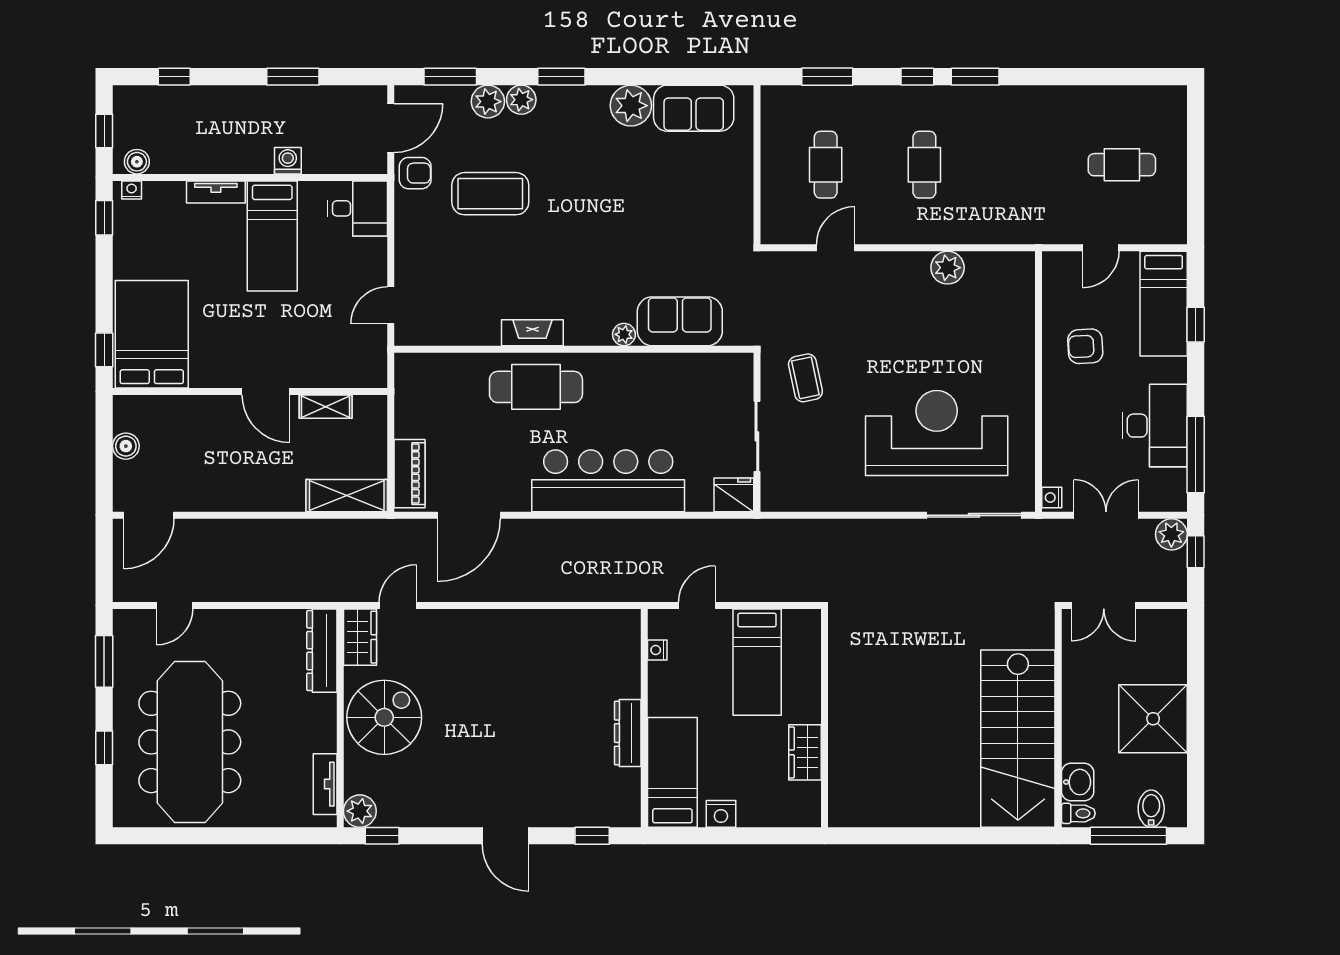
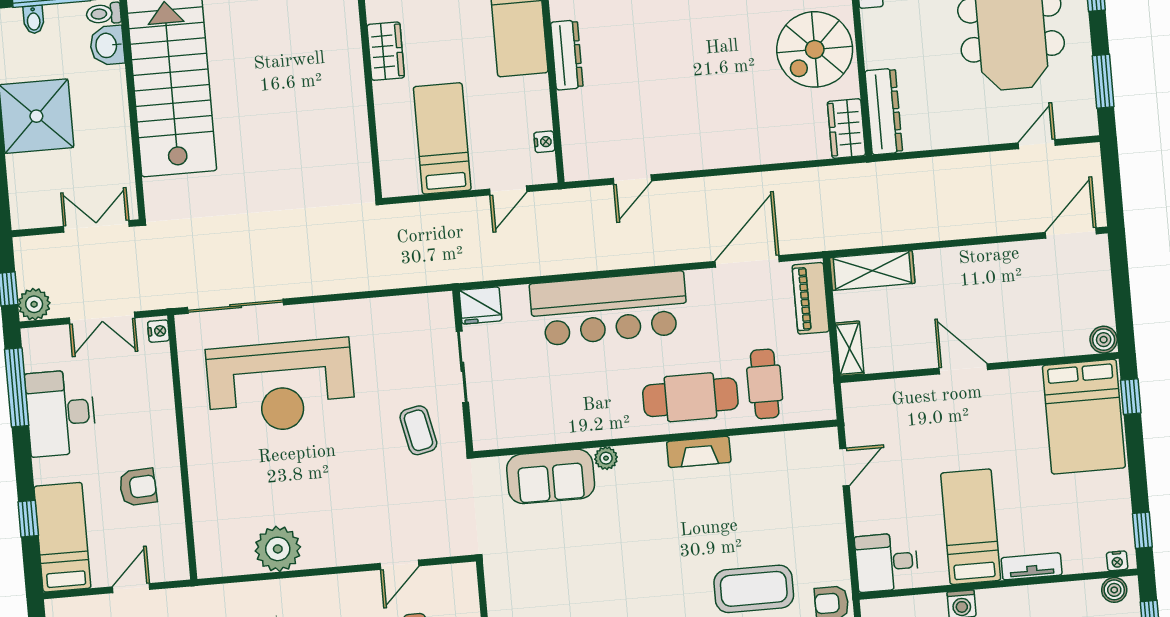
plant: (948, 268) -> (278, 549), width x1.36, depth x1.36
cafe table: (462, 394) -> (765, 384), added
shelving: (326, 407) -> (850, 349), moved, turned 90
boiler: (126, 446) -> (1104, 340), moved
door: (398, 605) -> (632, 180), moved
bidet: (1151, 809) -> (34, 20), width x0.72, depth x0.74

